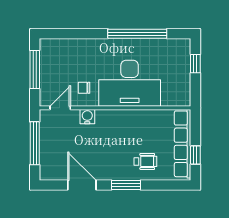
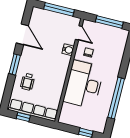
door: (82, 185) -> (22, 34), hinge flipped

